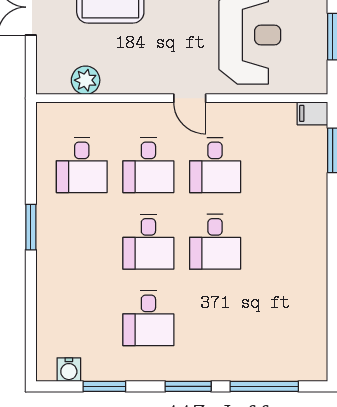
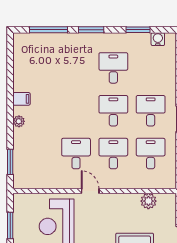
filing cabinet: (312, 113) -> (22, 99), moved
plant: (317, 223) -> (19, 121), added
desk: (215, 242) -> (151, 111), moved

